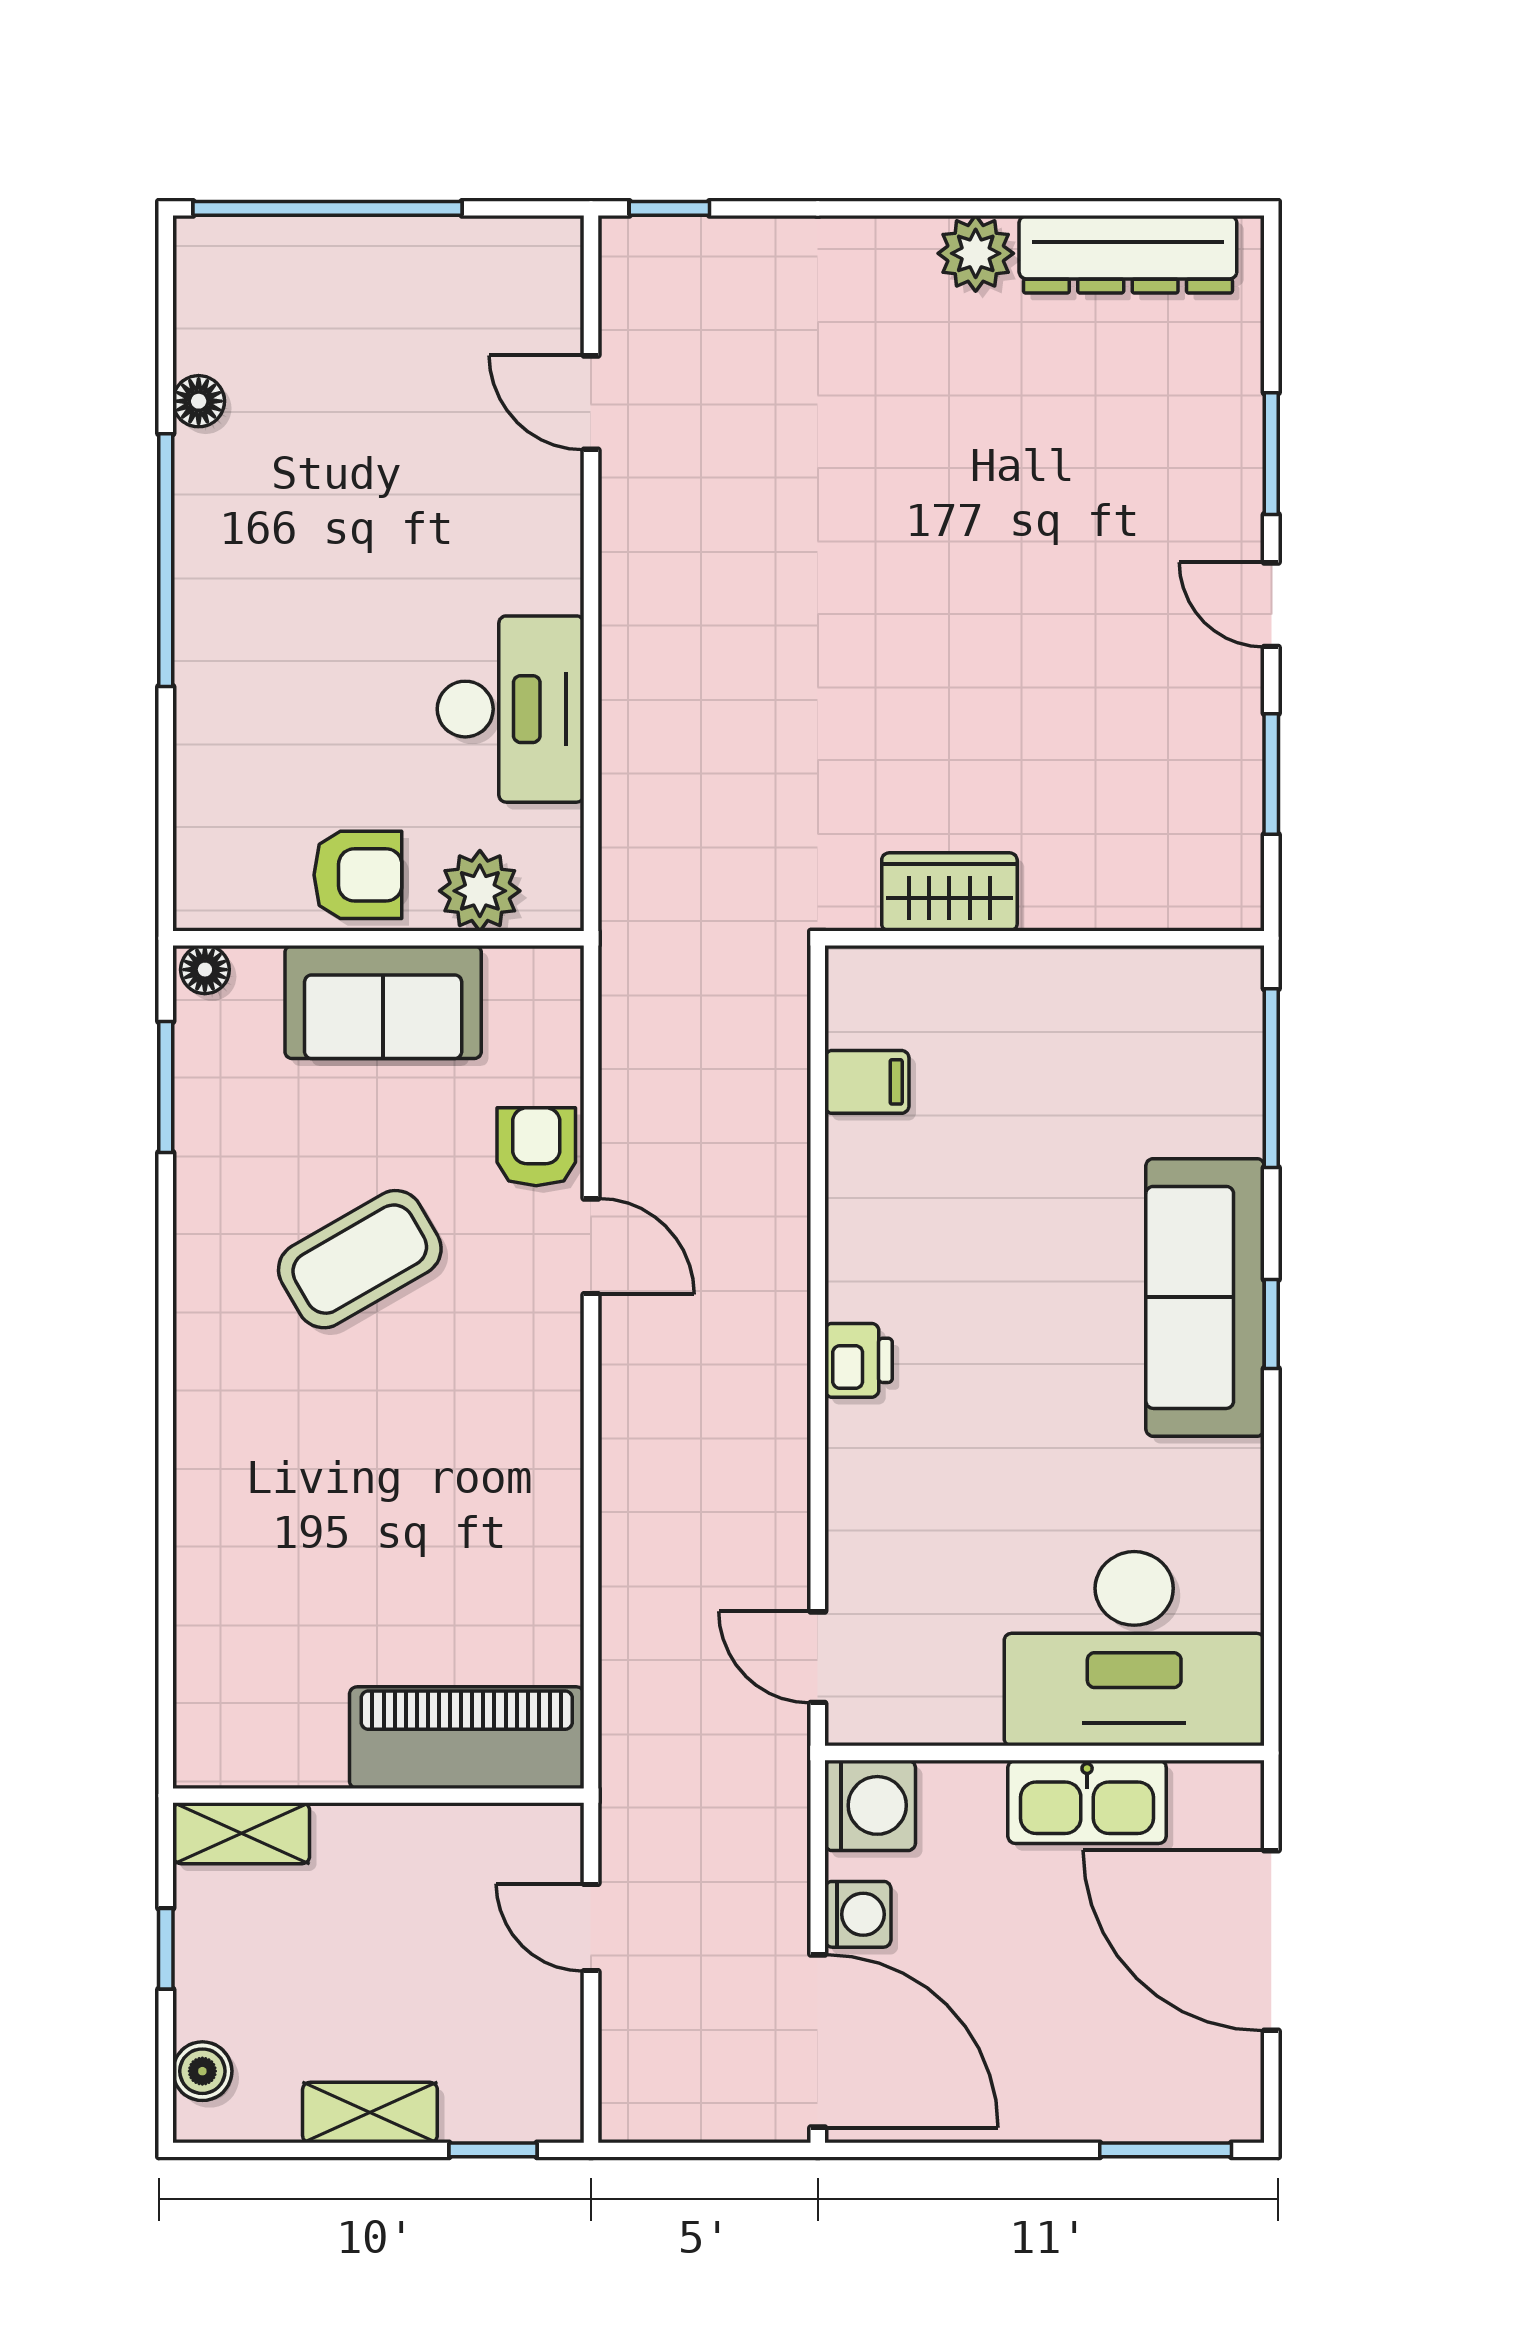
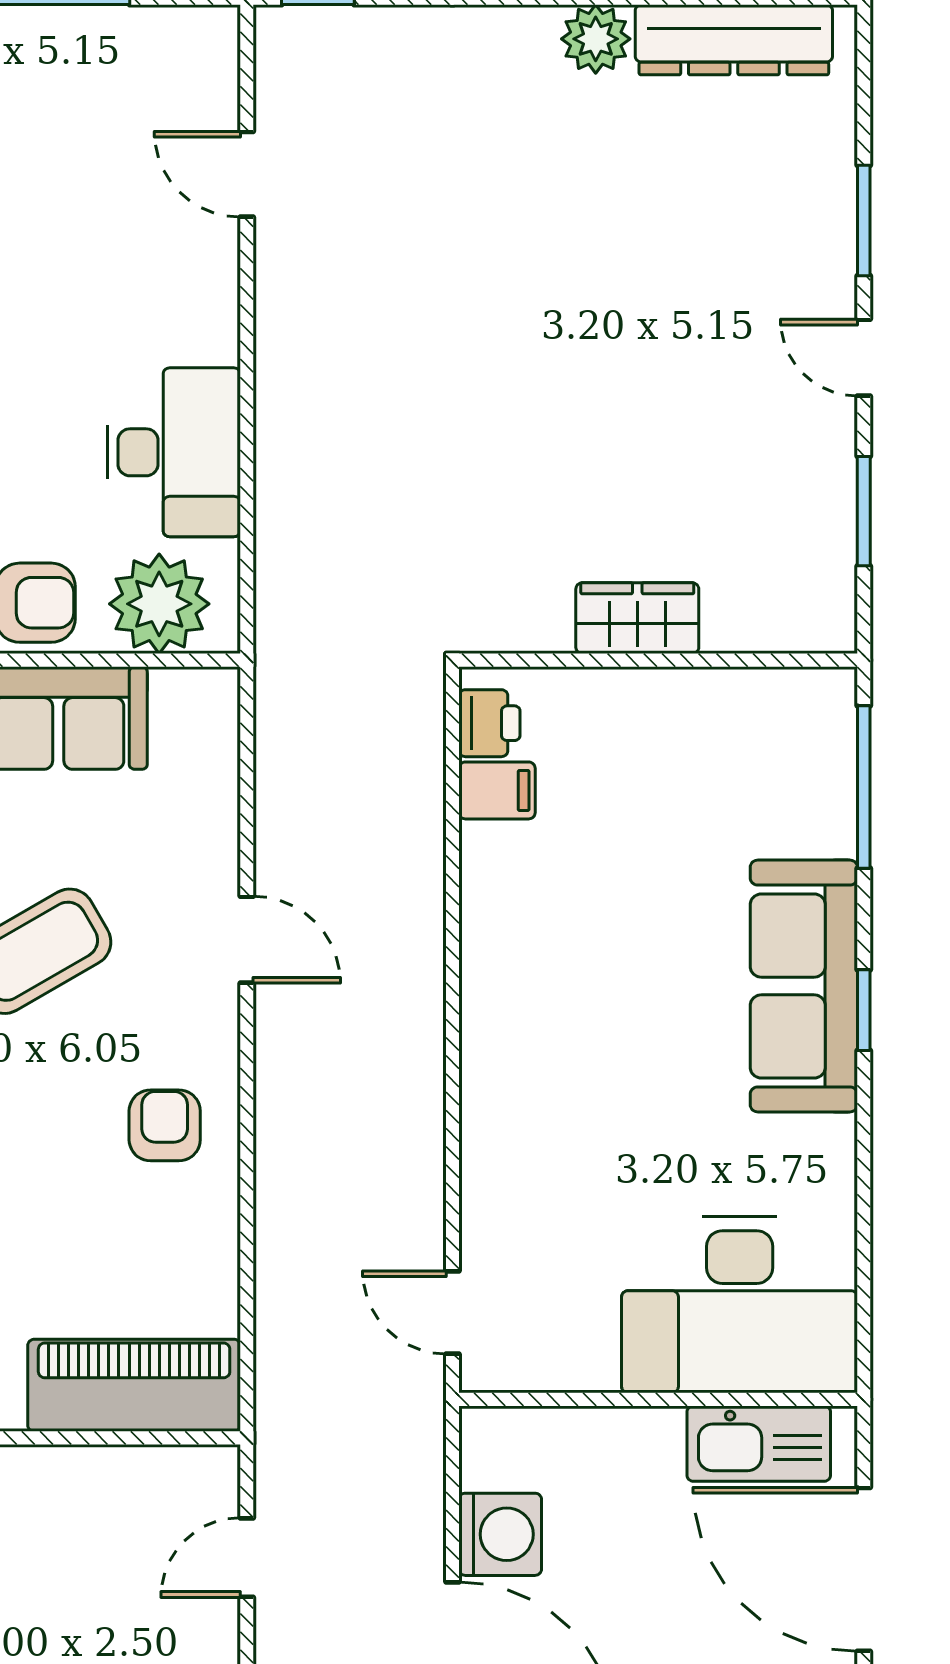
plant: (480, 891) -> (159, 604), width x1.36, depth x1.36
wardrobe: (949, 892) -> (637, 618), moved
armchair: (536, 1147) -> (165, 1125), moved
printer: (858, 1360) -> (489, 723), moved
kitchen sink: (1087, 1802) -> (759, 1444), moved
washing machine: (870, 1805) -> (500, 1447), removed
washing machine: (858, 1914) -> (500, 1534), width x1.38, depth x1.38
door: (591, 1928) -> (247, 1558), hinge flipped

